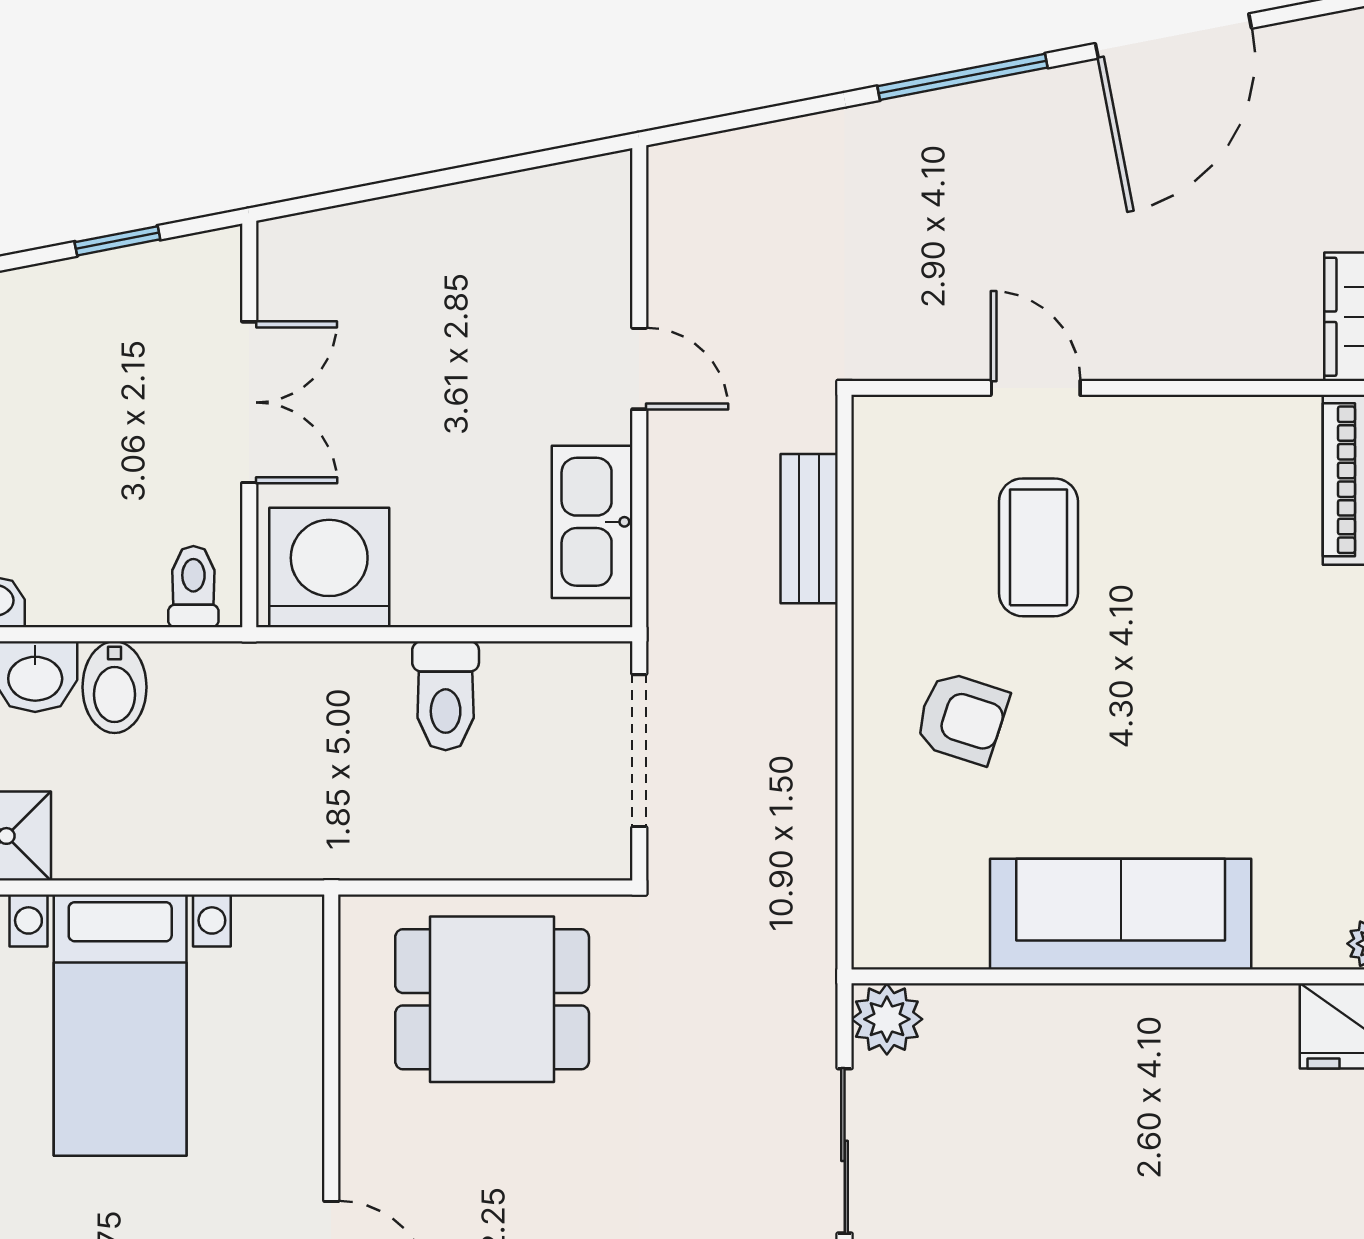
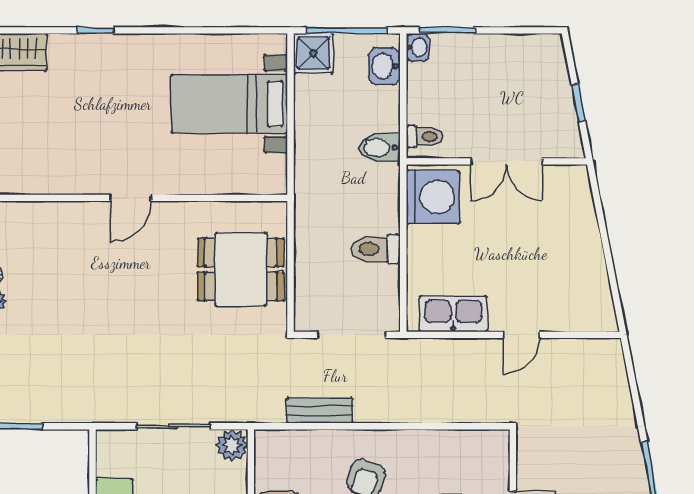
bench: (809, 529) -> (320, 411), moved
bidet: (115, 687) -> (380, 148), moved
dining table: (492, 999) -> (241, 269), turned 90

